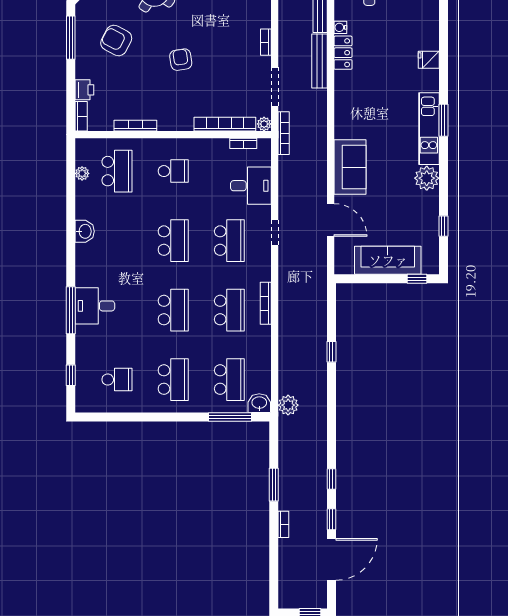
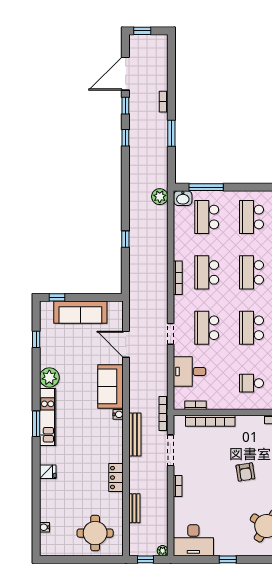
water cooler: (340, 27) -> (118, 414), moved
bench: (319, 61) -> (135, 435), moved
plant: (264, 124) -> (179, 421), removed

